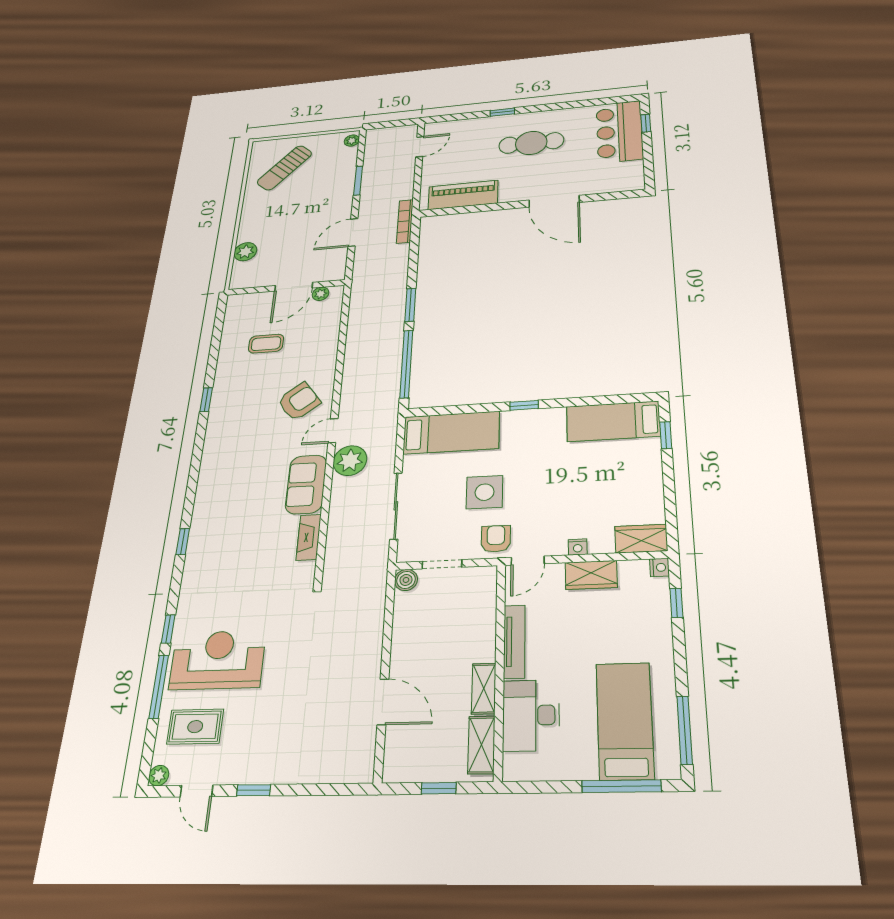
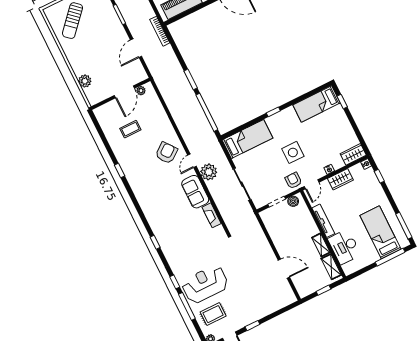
side table: (484, 492) -> (293, 152), moved
boiler: (406, 580) -> (293, 201), moved

